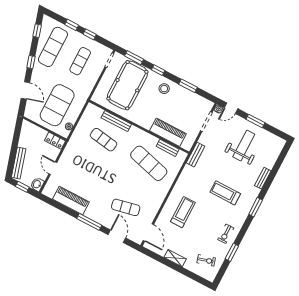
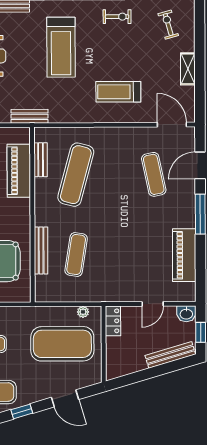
door: (25, 90) -> (65, 398), swing flipped
treadmill: (225, 193) -> (61, 47), width x1.37, depth x1.38
door: (148, 233) -> (172, 125), hinge flipped

